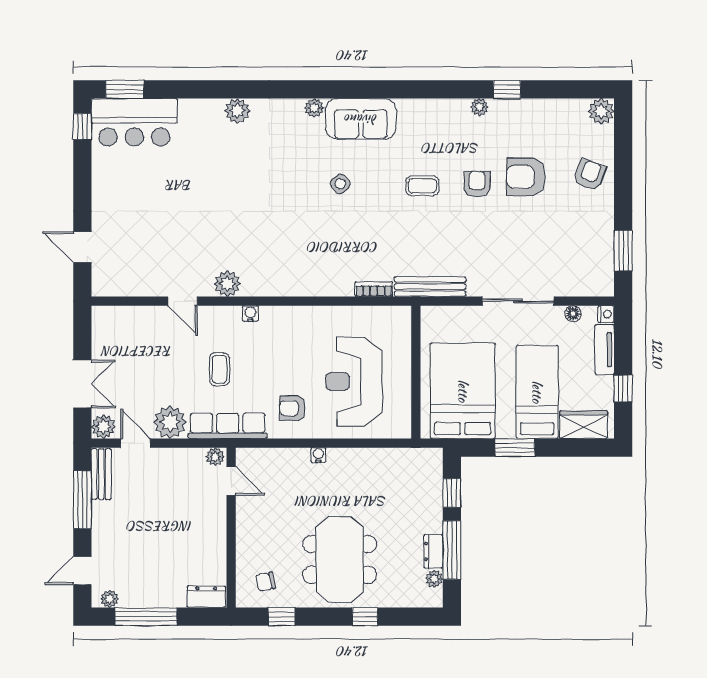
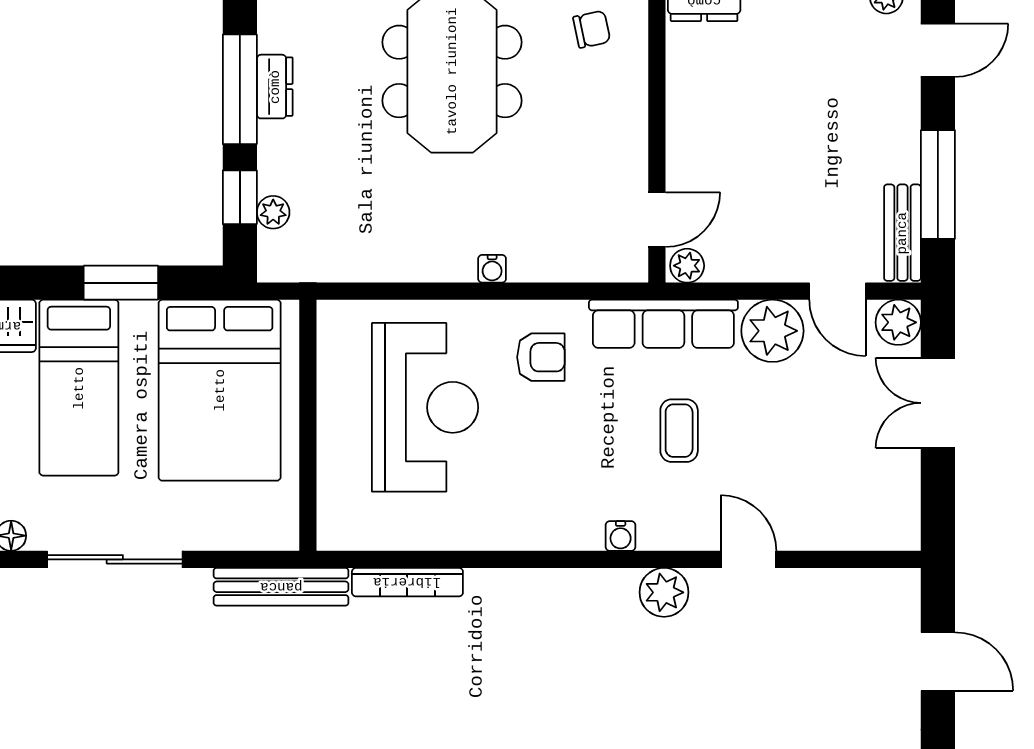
bookcase: (374, 289) -> (407, 582), width x1.56
door: (231, 481) -> (657, 220), swing flipped
plant: (434, 579) -> (273, 212), moved

